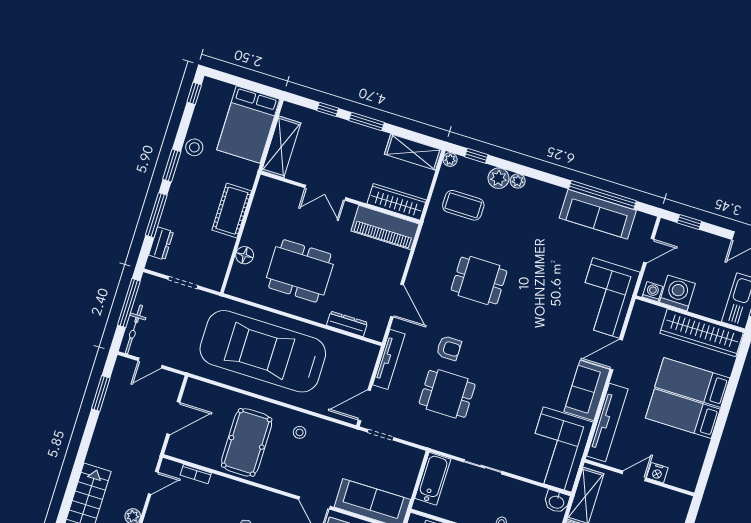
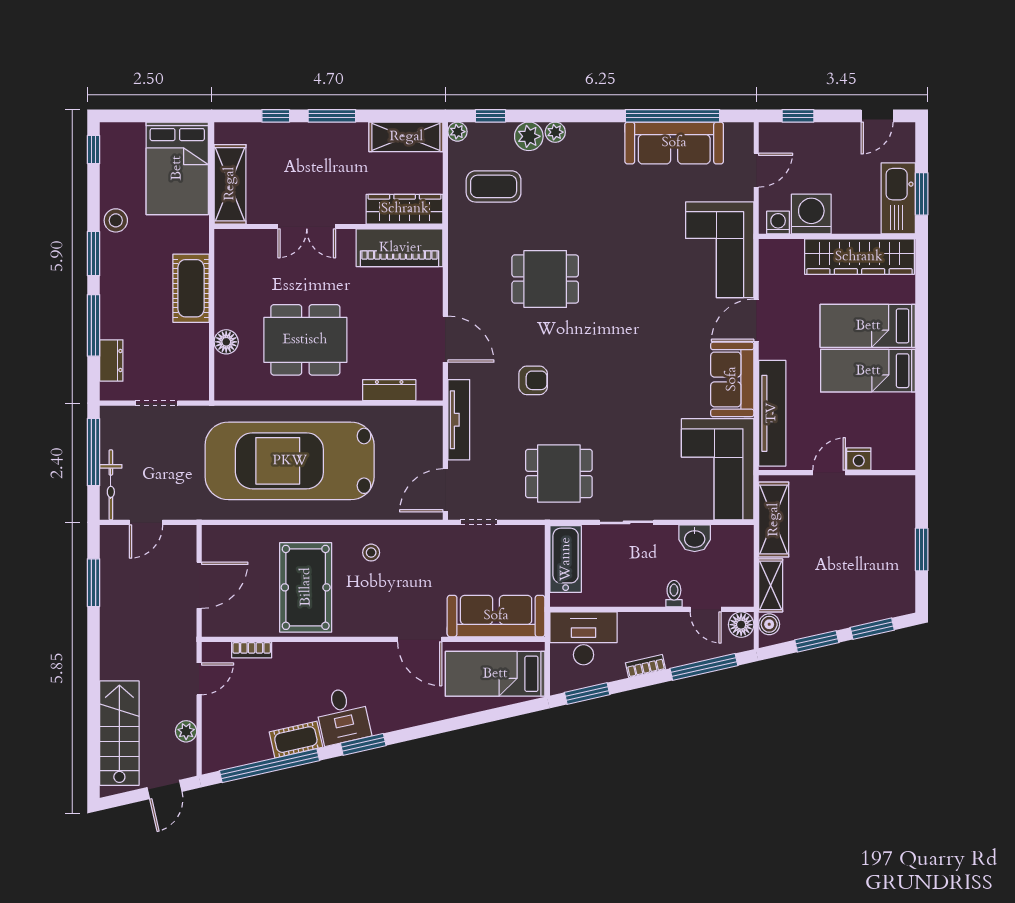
dining table: (447, 394) -> (559, 473), moved
washbasin: (557, 502) -> (695, 538), moved

